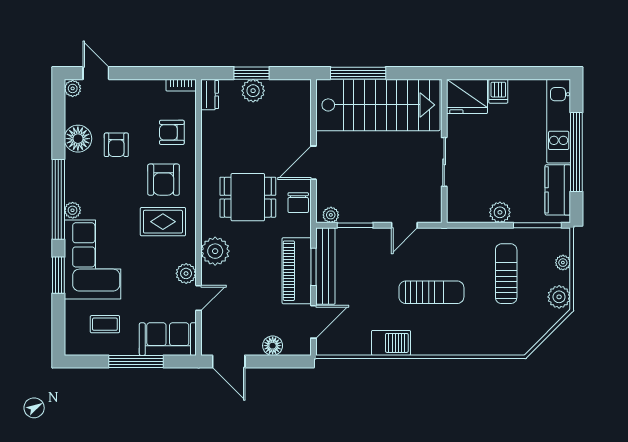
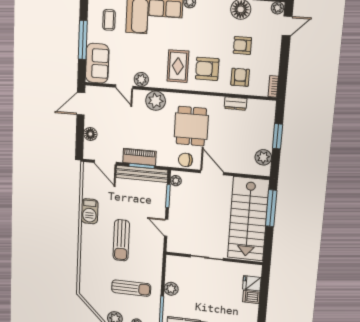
plant: (253, 91) -> (263, 157), moved
dresser: (210, 95) -> (235, 104), moved
fridge: (467, 96) -> (252, 283), width x0.53, depth x0.75
armchair: (116, 145) -> (242, 45), moved
piano: (297, 271) -> (139, 157), width x0.73, depth x0.75

